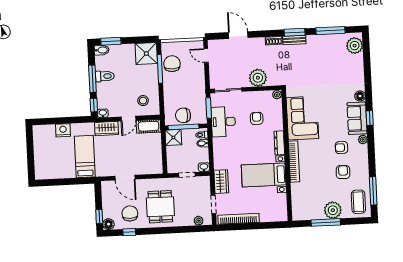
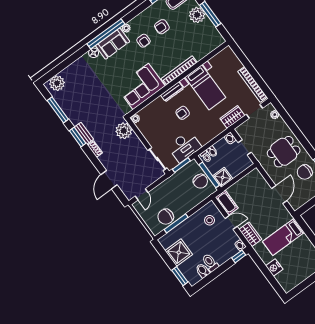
bidet: (102, 50) -> (203, 271), moved
shower: (146, 54) -> (179, 252), moved
plant: (258, 78) -> (124, 131), moved
window: (92, 79) -> (219, 271), removed
armchair: (257, 118) -> (183, 113), moved
window: (370, 118) -> (106, 34), width x3.17

